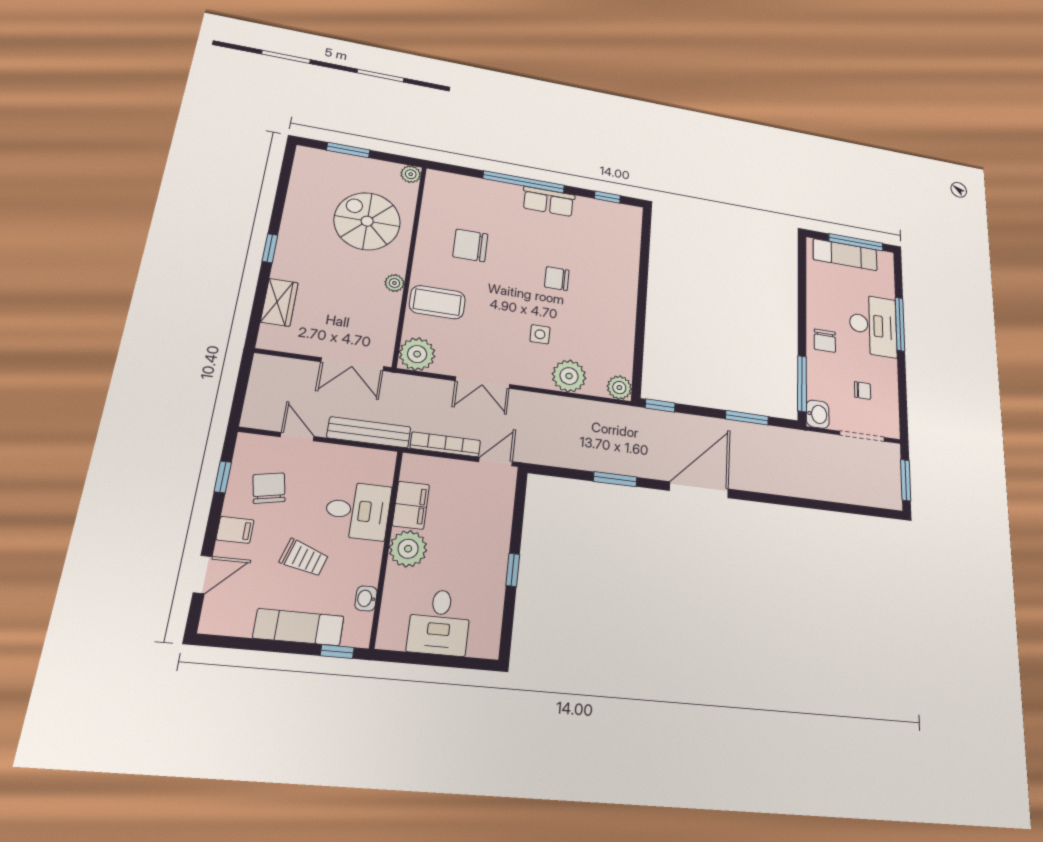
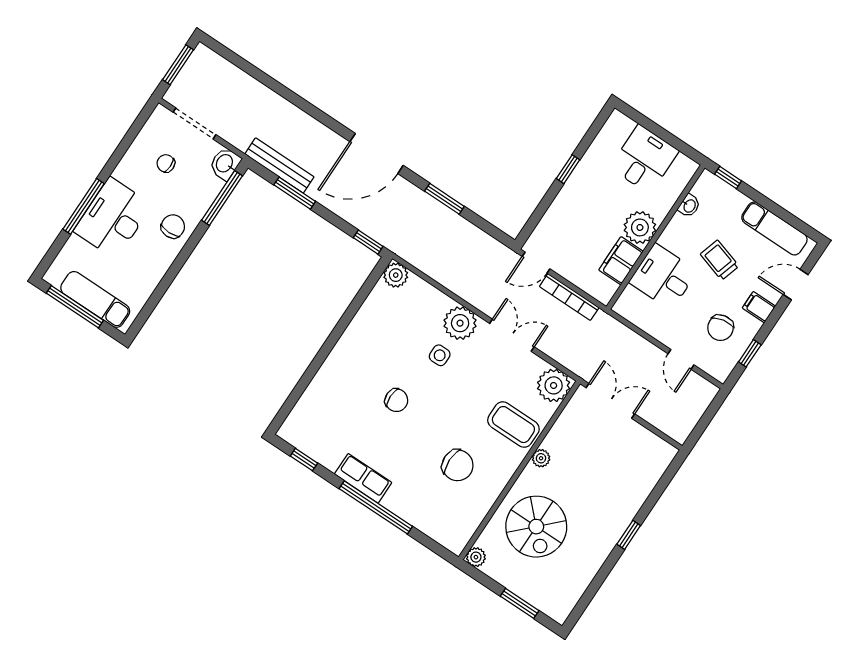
wardrobe: (279, 302) -> (643, 482), removed
plant: (569, 376) -> (460, 323), moved
bench: (369, 432) -> (279, 165), moved
exam couch: (299, 627) -> (774, 228), moved

